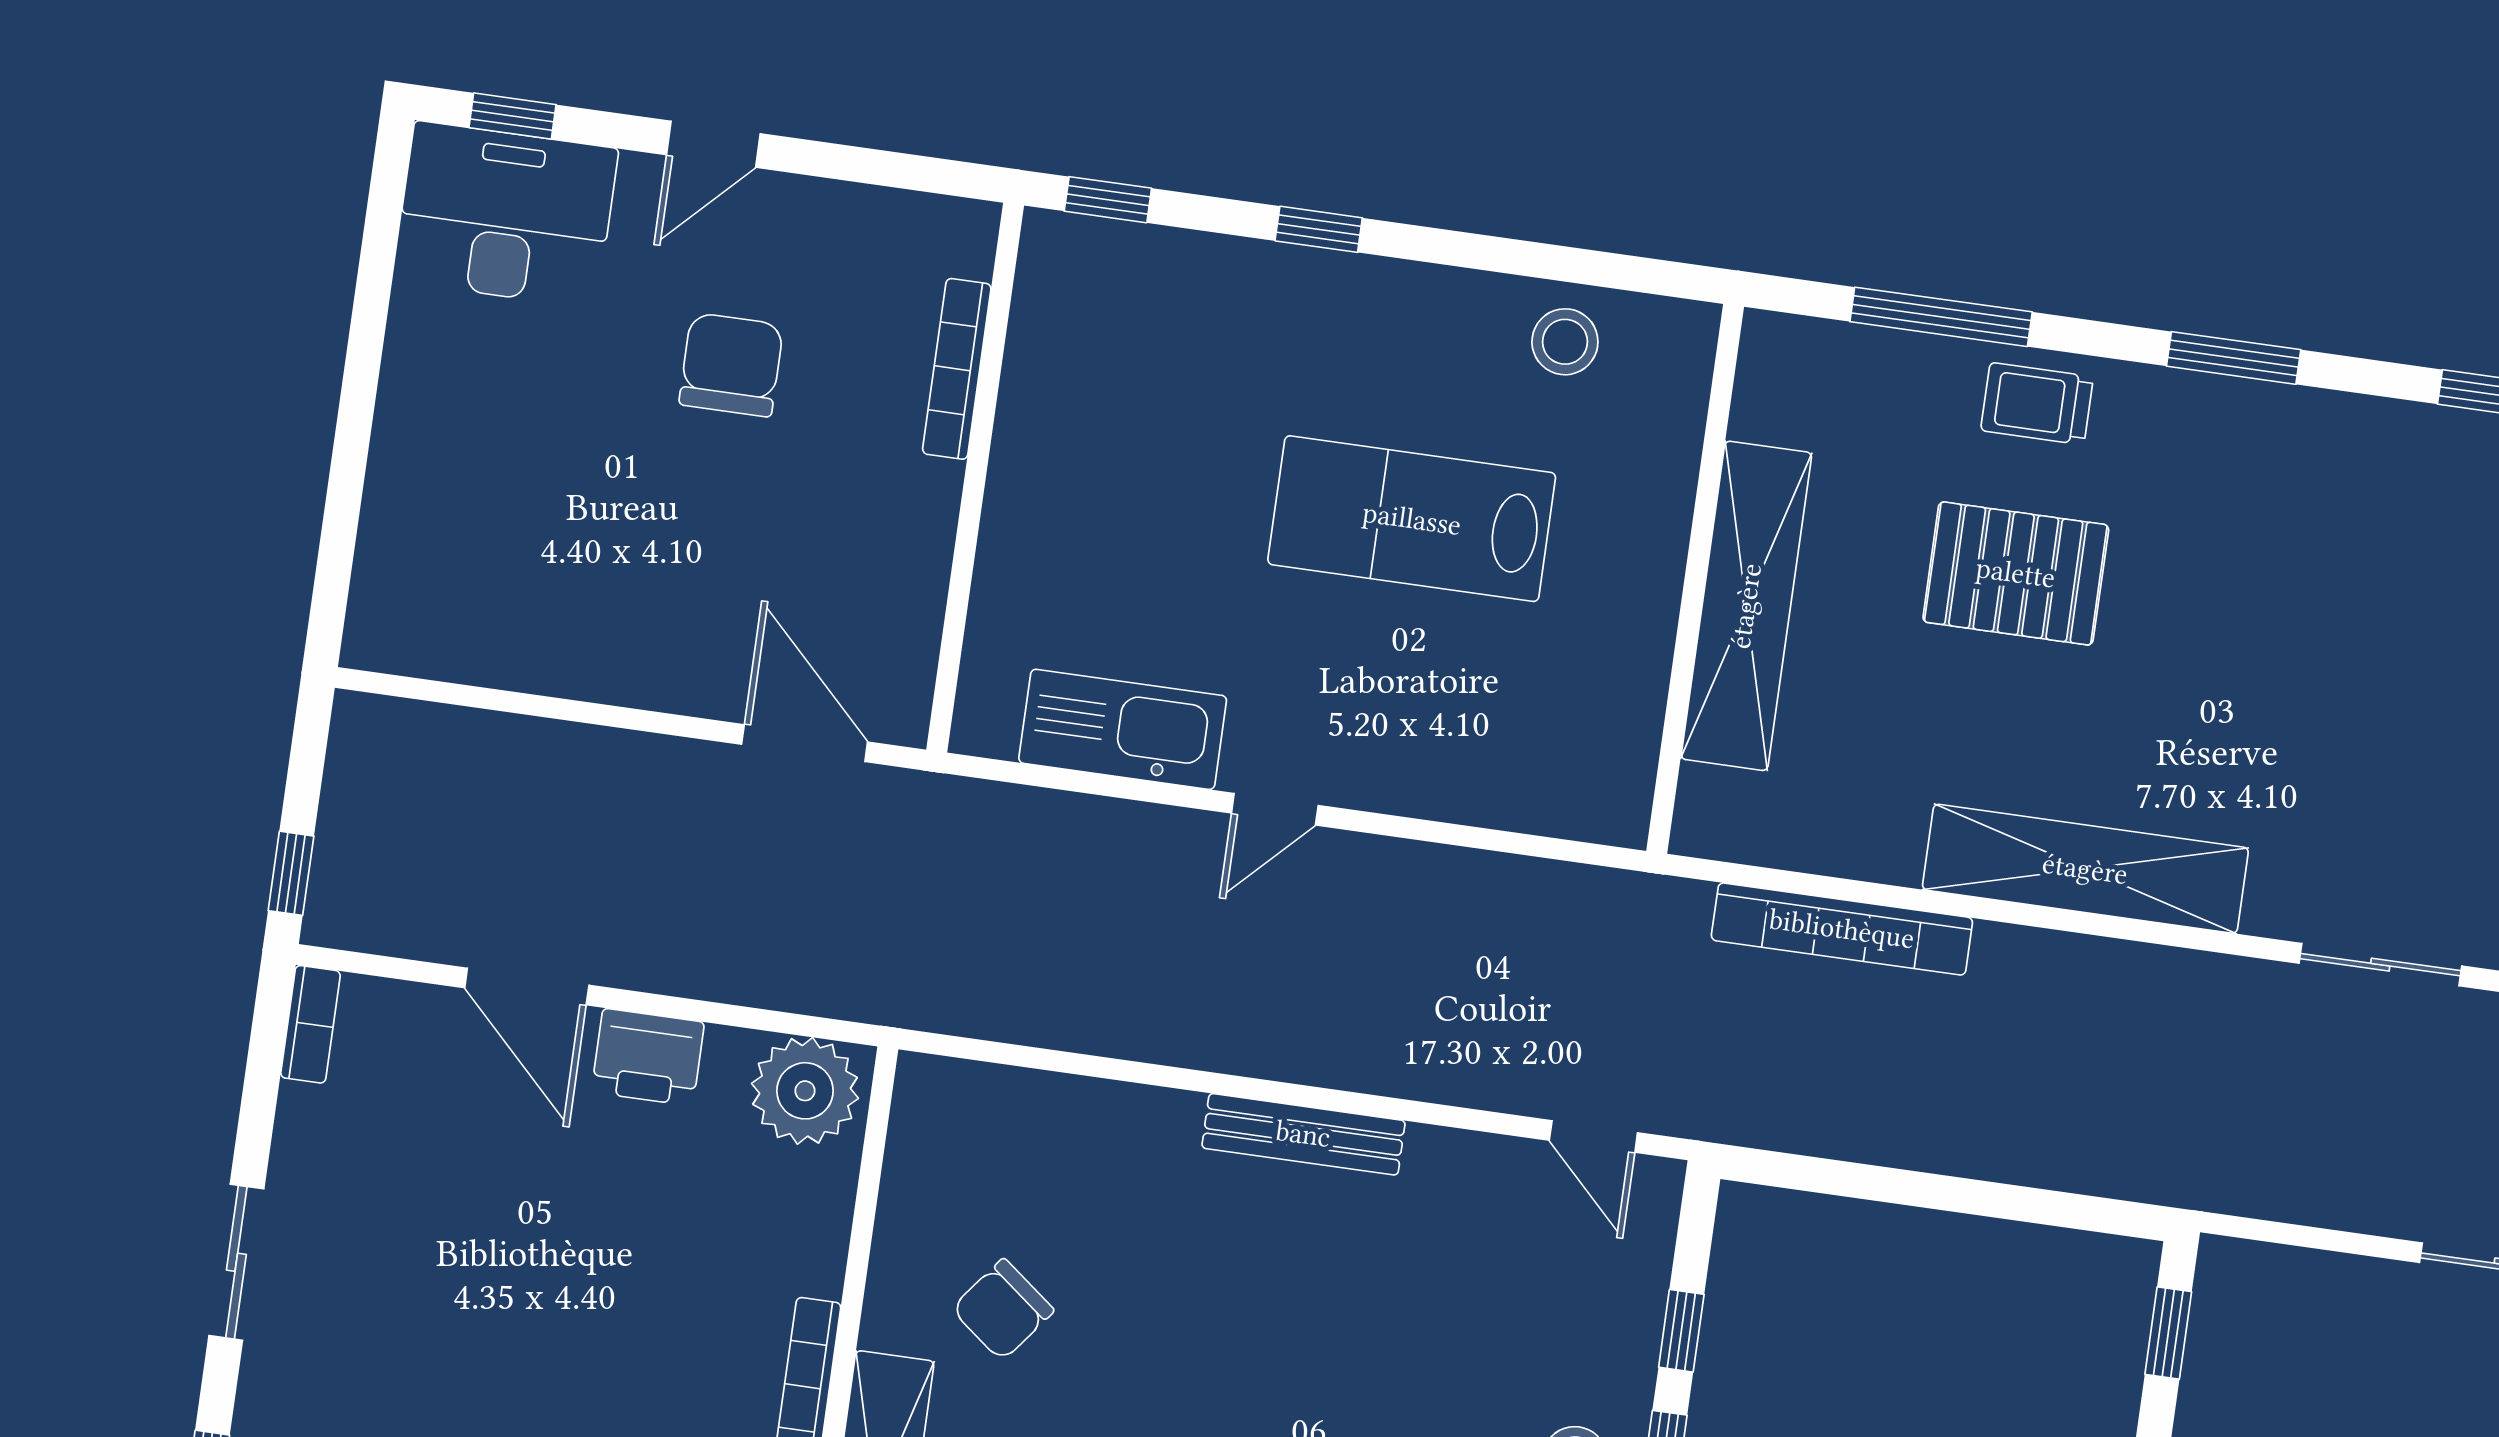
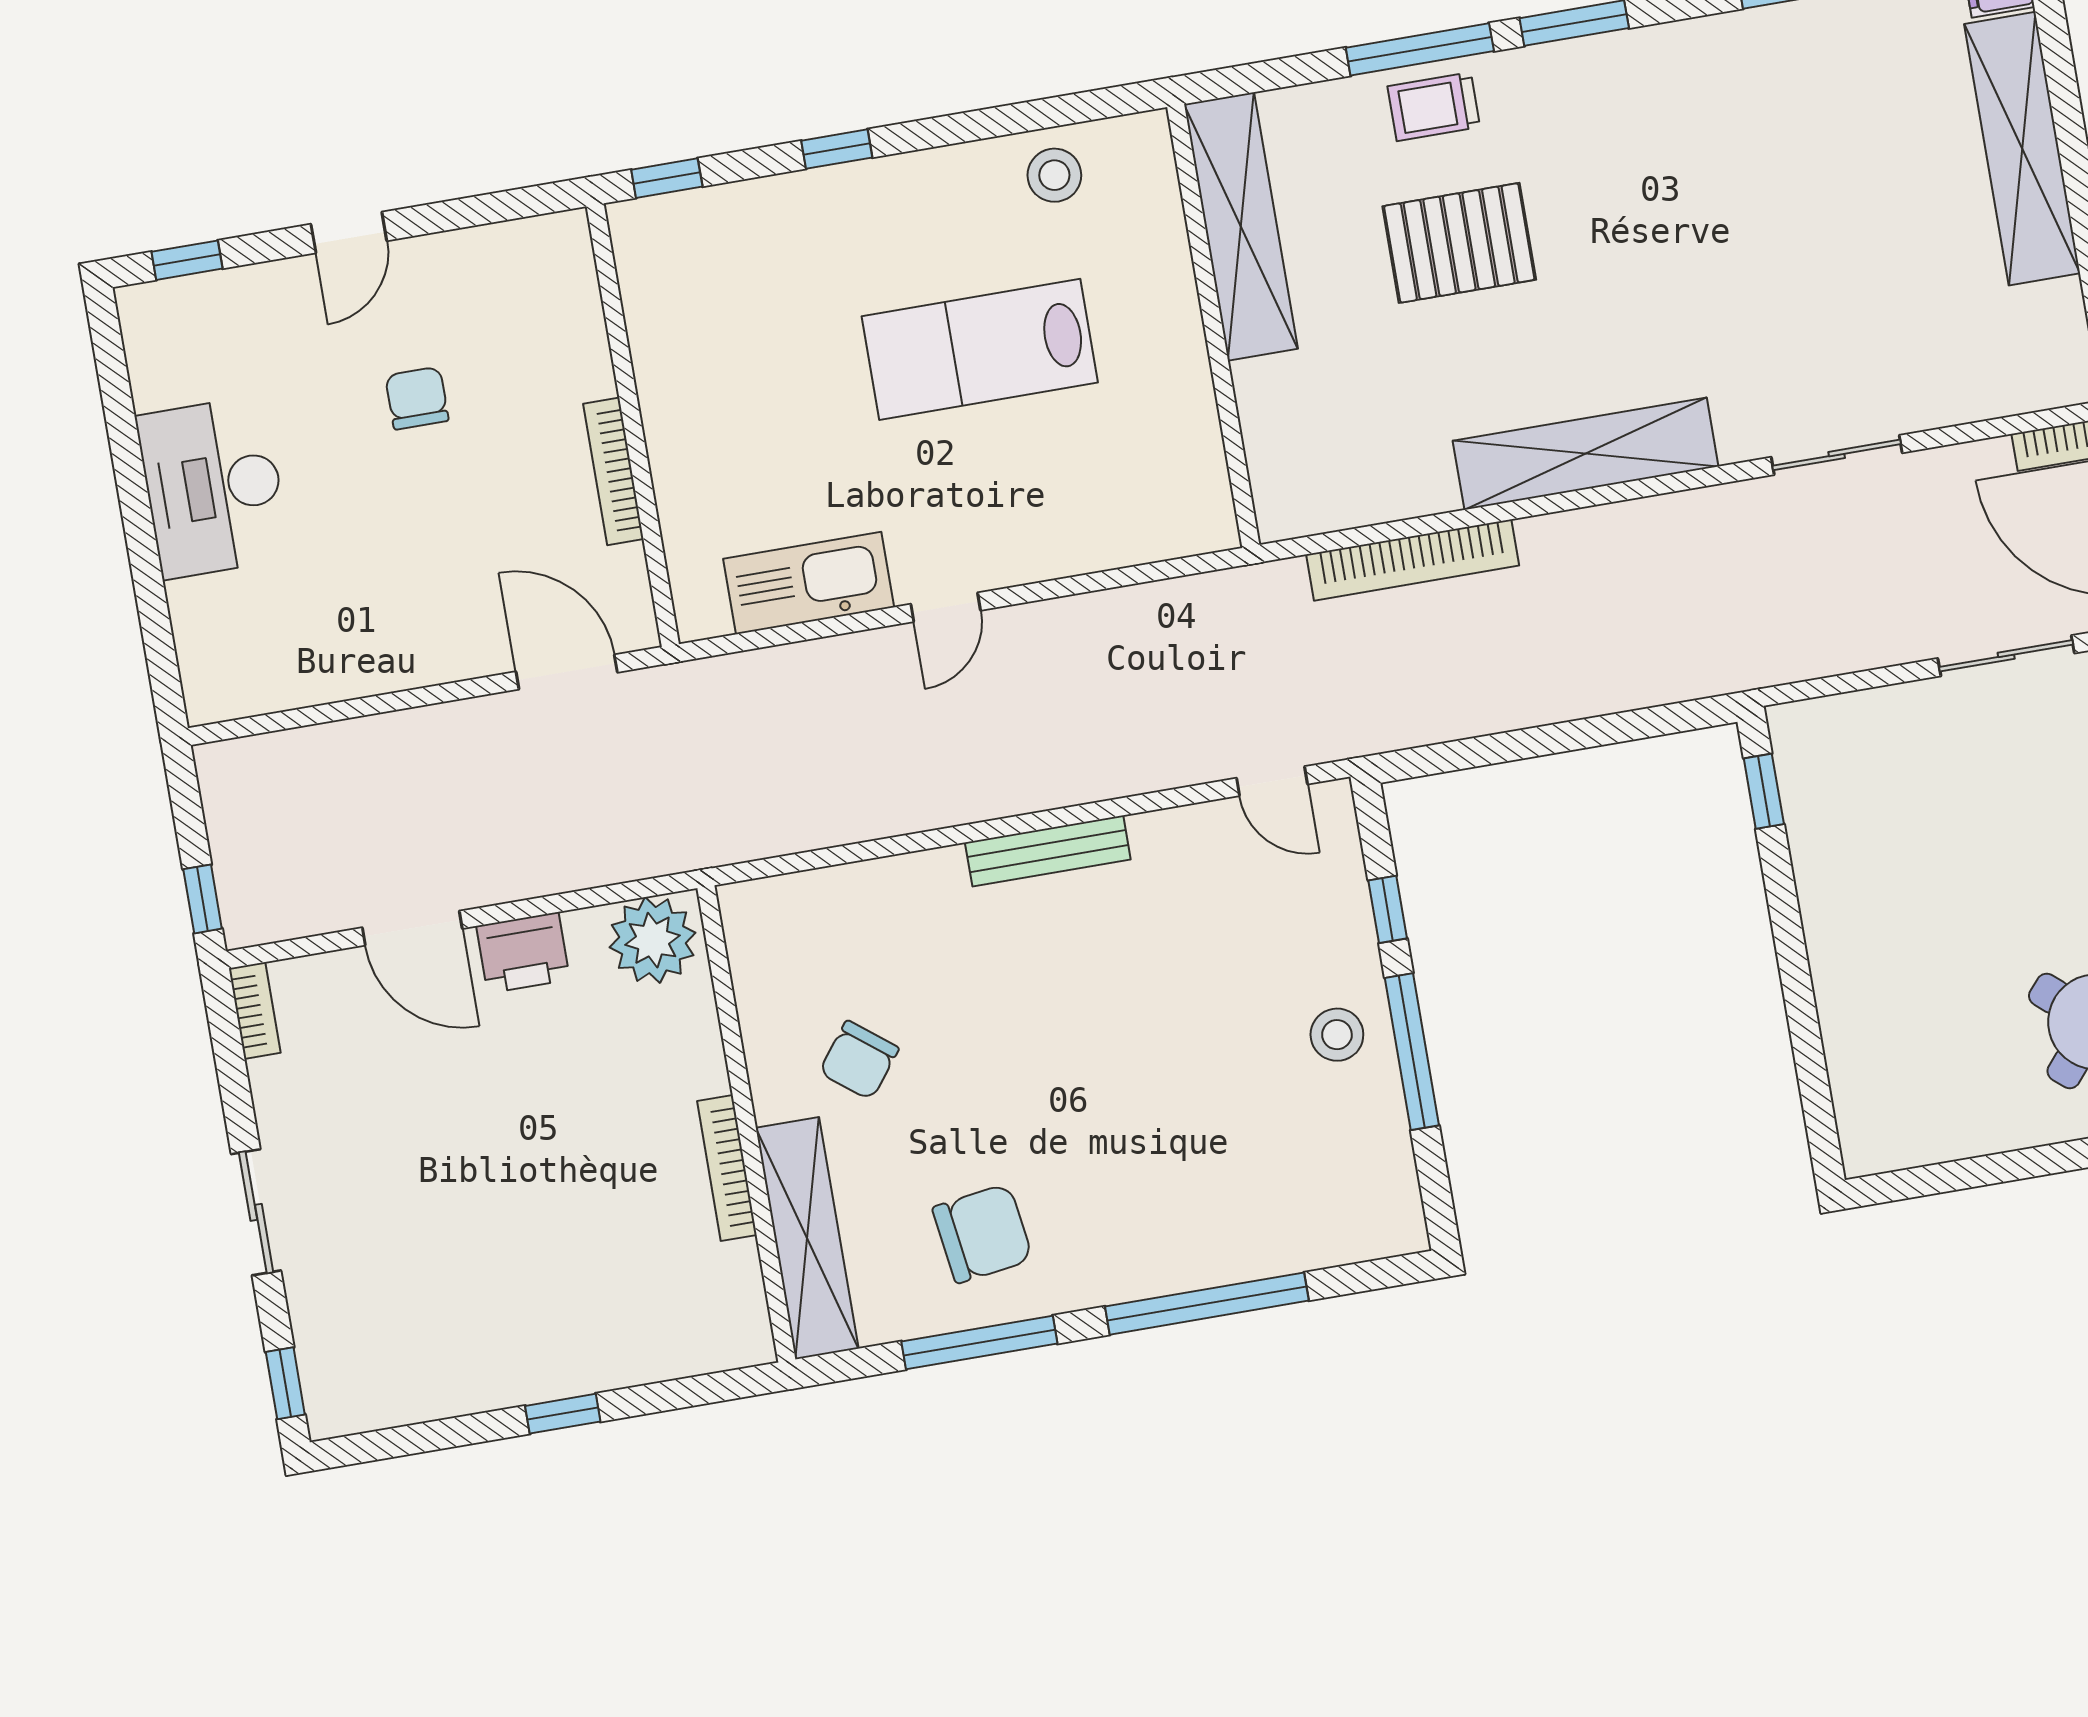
desk: (506, 215) -> (213, 487), moved, turned -90
window: (1941, 317) -> (1420, 49), moved
chair: (731, 365) -> (417, 398), width x0.73, depth x0.73
bookcase: (957, 369) -> (613, 471), moved
shelving: (1746, 606) -> (1241, 226), moved

